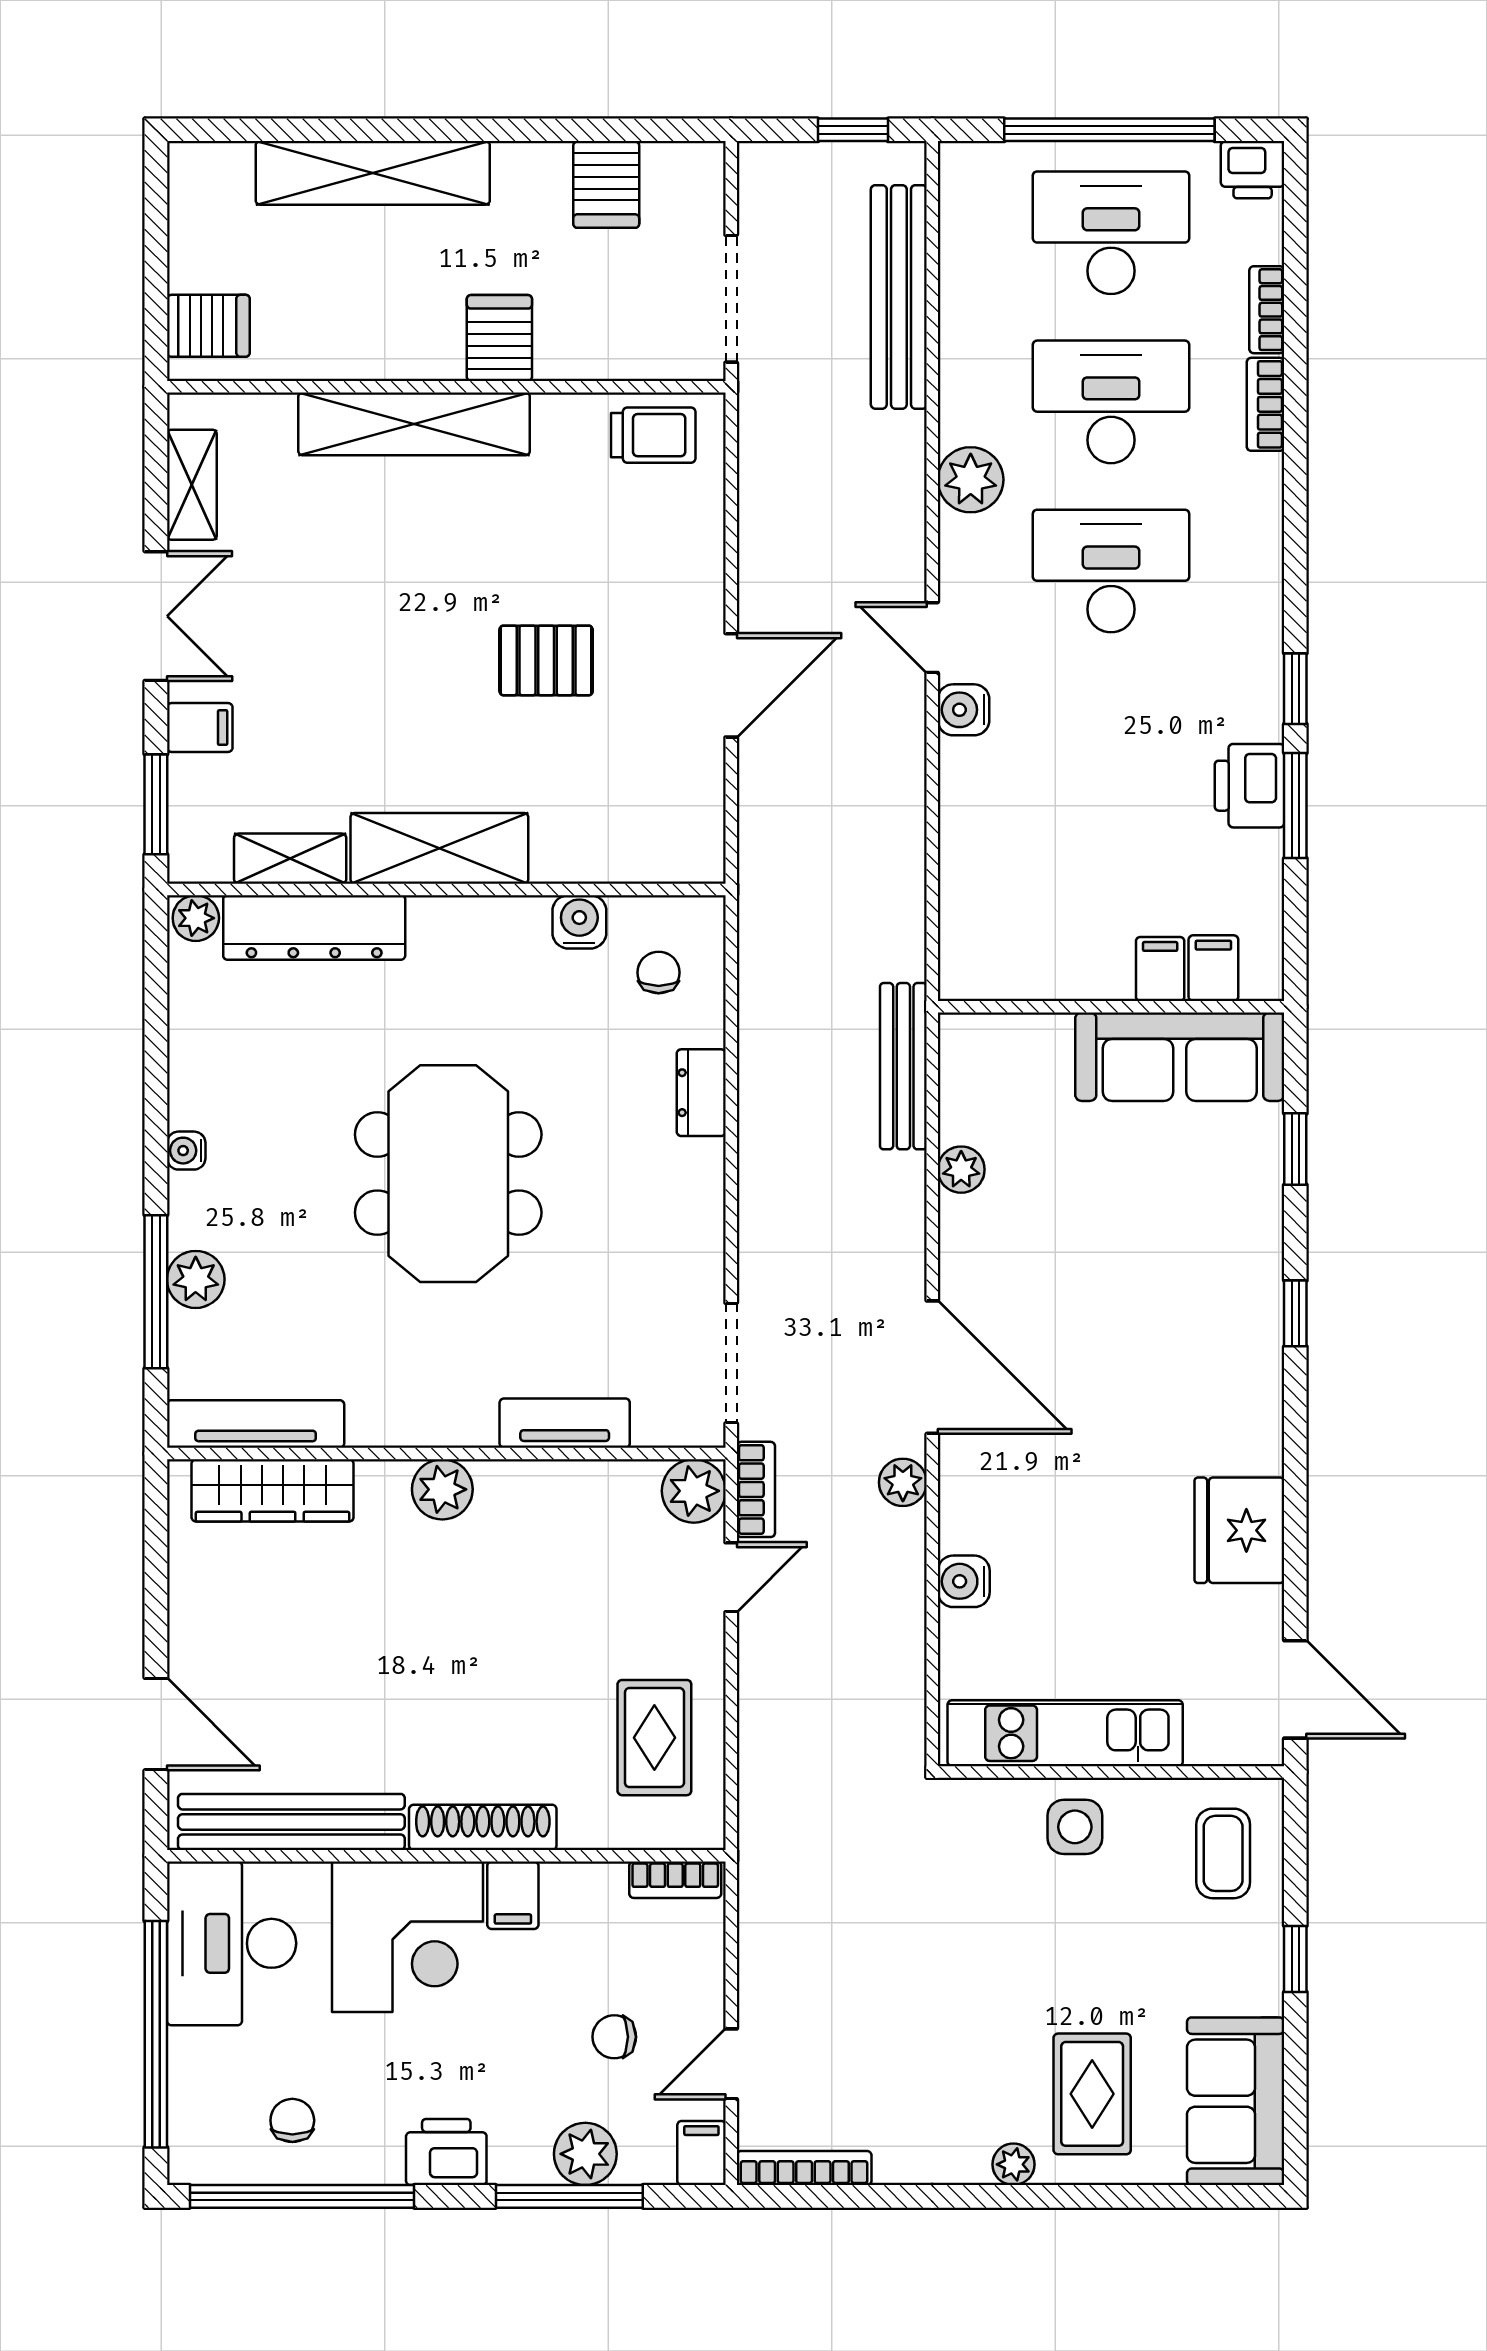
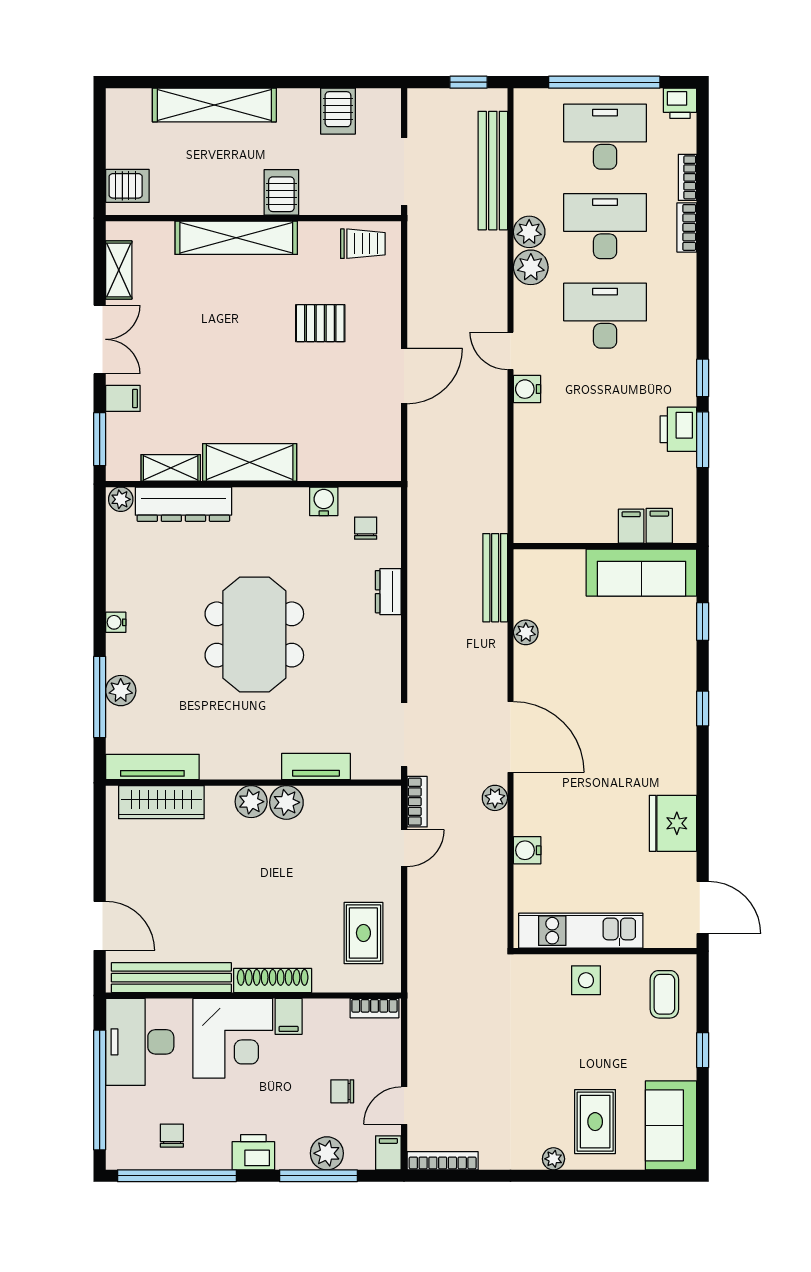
plant: (968, 413) -> (529, 232), added
pallet: (546, 660) -> (320, 323), moved
plant: (694, 1491) -> (286, 802), moved

